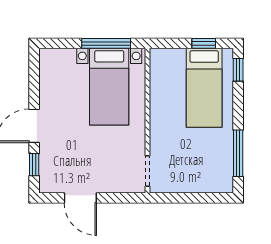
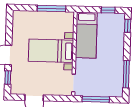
bed with nightstands: (109, 87) -> (51, 51), moved, turned 90
bed: (204, 88) -> (86, 35), moved
window: (187, 198) -> (96, 99), added

